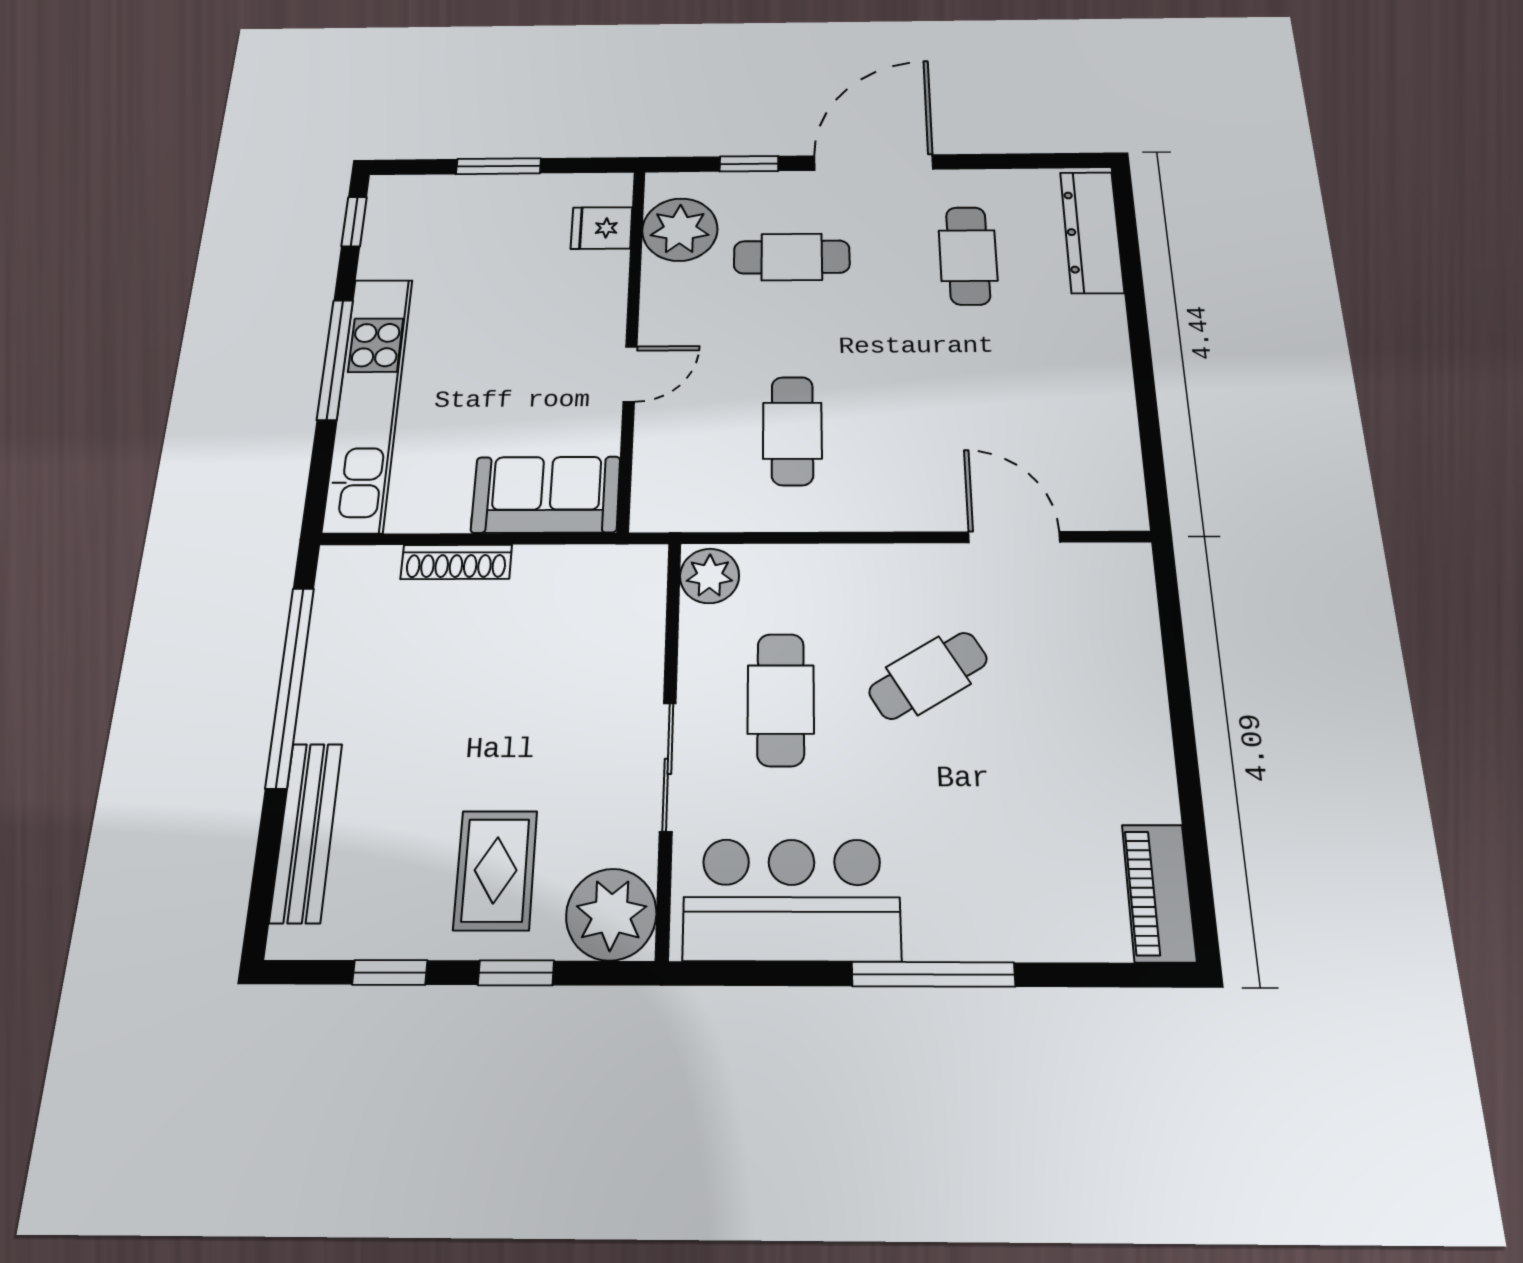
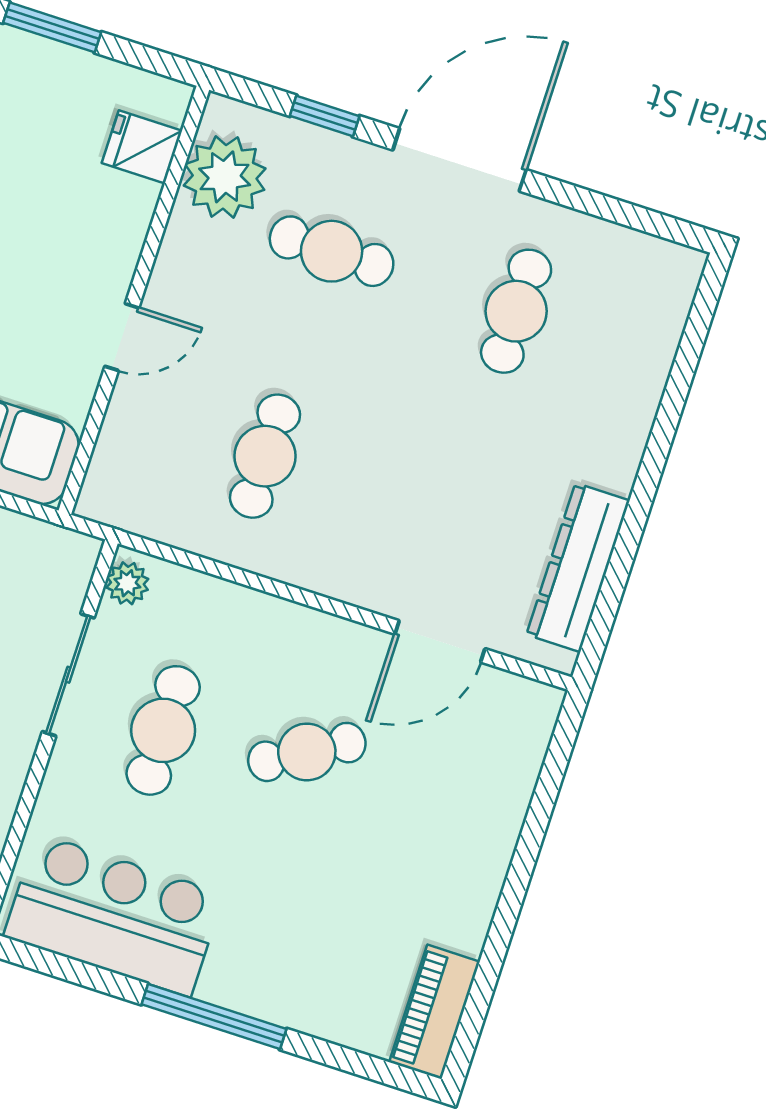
dresser: (1092, 232) -> (578, 568), moved
door: (1014, 537) -> (440, 641), swing flipped
plant: (710, 576) -> (127, 583), width x0.73, depth x0.73
sliding door: (668, 766) -> (68, 675), moved

